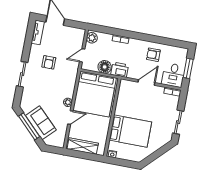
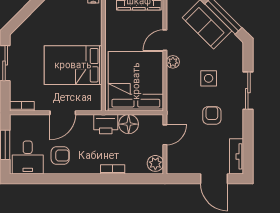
desk: (173, 75) -> (28, 158), moved, turned 180
side table: (46, 87) -> (209, 78), added
bed: (130, 131) -> (73, 65), moved

